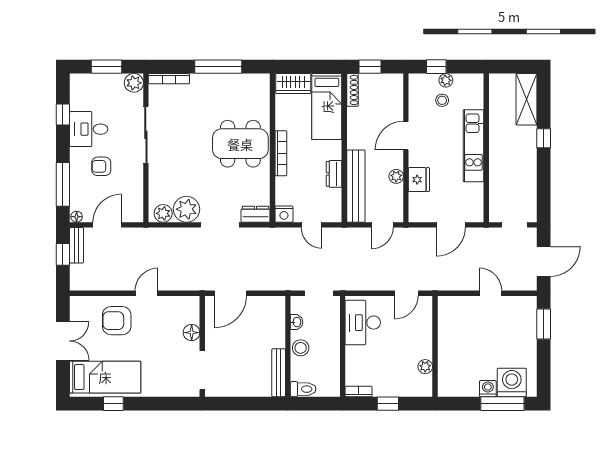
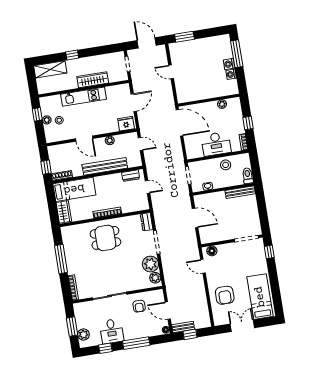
window: (436, 67) -> (37, 114), moved
plant: (134, 83) -> (83, 335), moved
dining table: (240, 144) -> (105, 238), width x0.73
wardrobe: (498, 165) -> (93, 80), added
armchair: (101, 166) -> (139, 306), moved
dresser: (334, 174) -> (131, 176), moved
fridge: (419, 180) -> (126, 124), moved
window: (63, 184) -> (136, 343), moved
bench: (356, 186) -> (105, 166), moved
nightstand: (284, 214) -> (144, 205), removed
door: (312, 225) -> (147, 187), hinge flipped
door: (451, 225) -> (134, 103), hinge flipped
door: (147, 293) -> (203, 266), moved
door: (230, 293) -> (195, 218), moved
door: (406, 293) -> (179, 123), width x1.87
door: (491, 293) -> (171, 72), hinge flipped
desk: (363, 323) -> (216, 144), moved
floor lamp: (192, 333) -> (212, 251), moved
stool: (301, 348) -> (226, 165), moved
washing machine: (512, 382) -> (231, 74), moved, width x0.53, depth x0.53
window: (113, 404) -> (269, 252), moved

